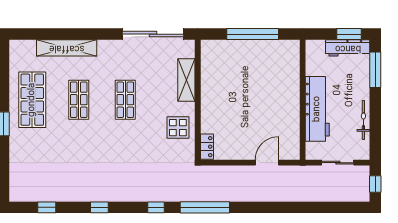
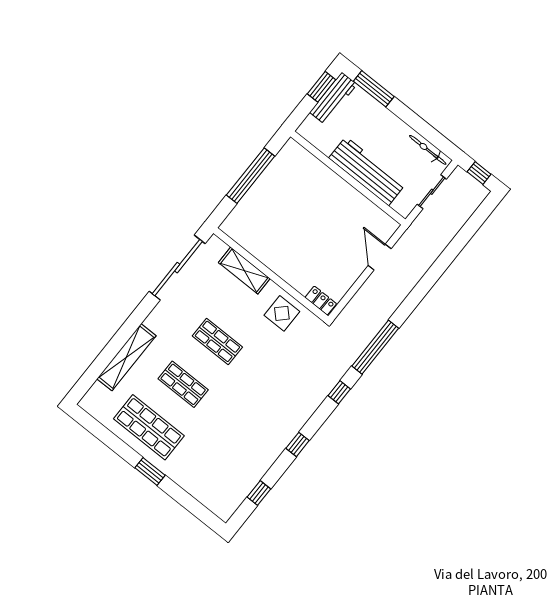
bicycle: (363, 120) -> (428, 150), moved

